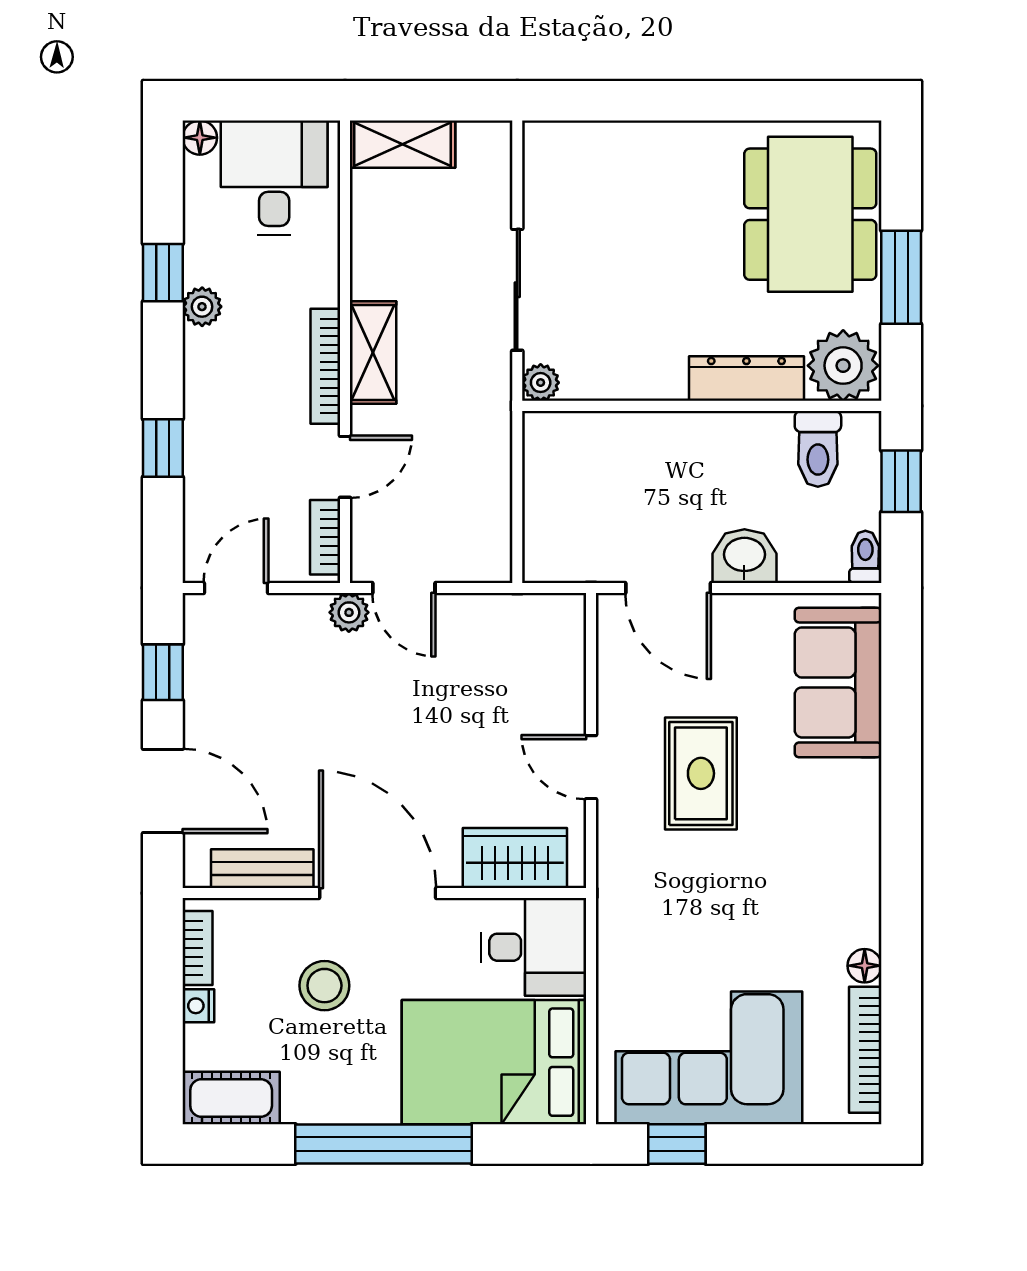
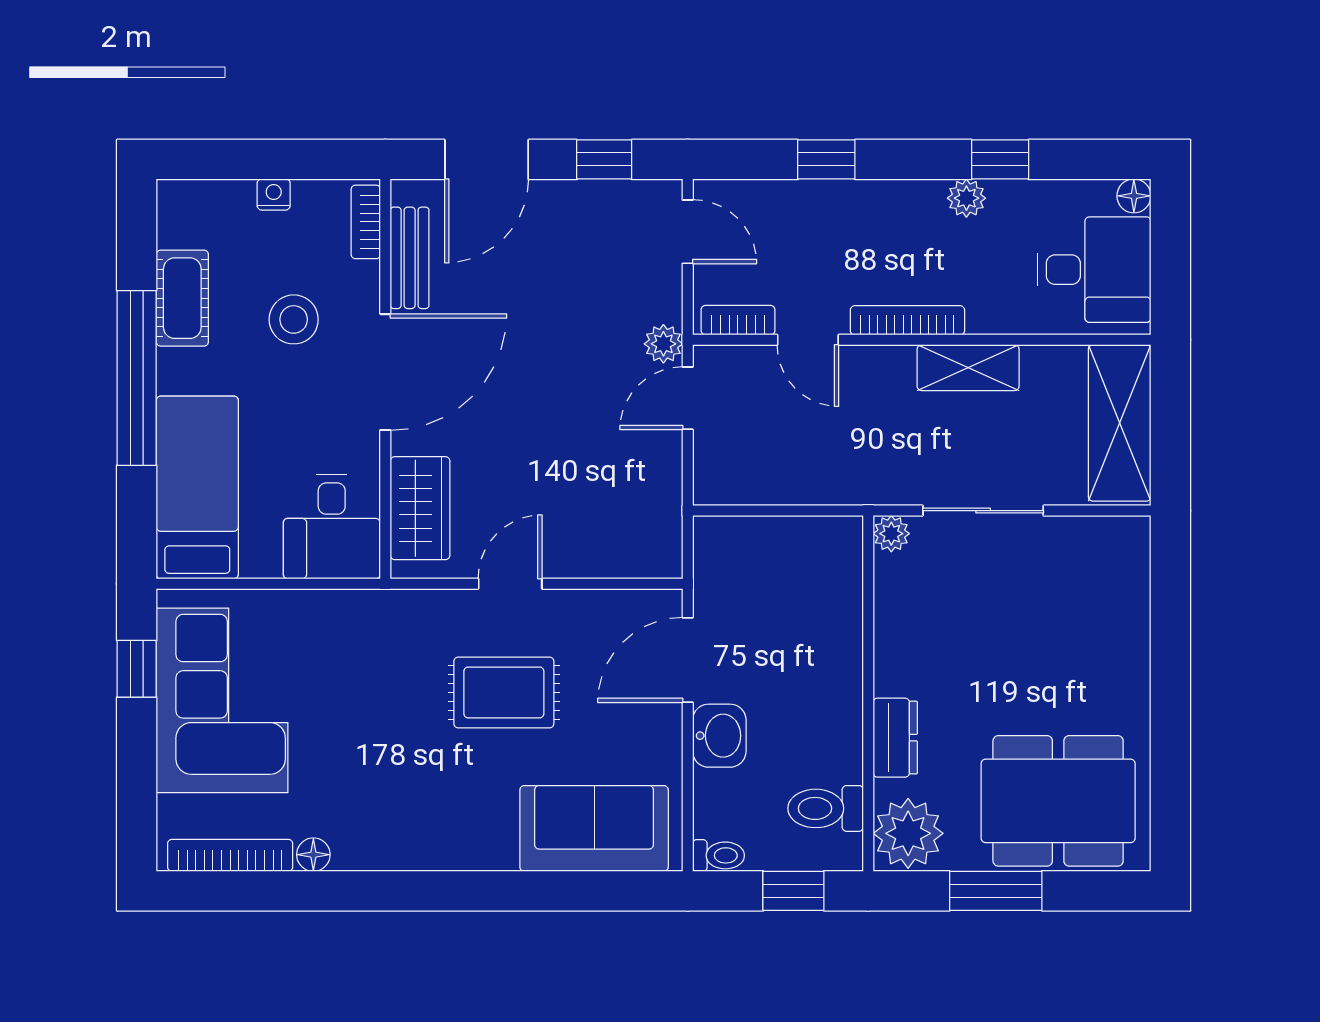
shelving: (403, 144) -> (1120, 423), width x1.50, depth x1.33
shelving: (373, 352) -> (968, 368), moved
dresser: (746, 379) -> (895, 738), width x0.70
bookcase: (197, 948) -> (366, 222), moved, turned 90
bed: (494, 1062) -> (197, 487), width x0.67
cot: (231, 1098) -> (182, 298), moved

